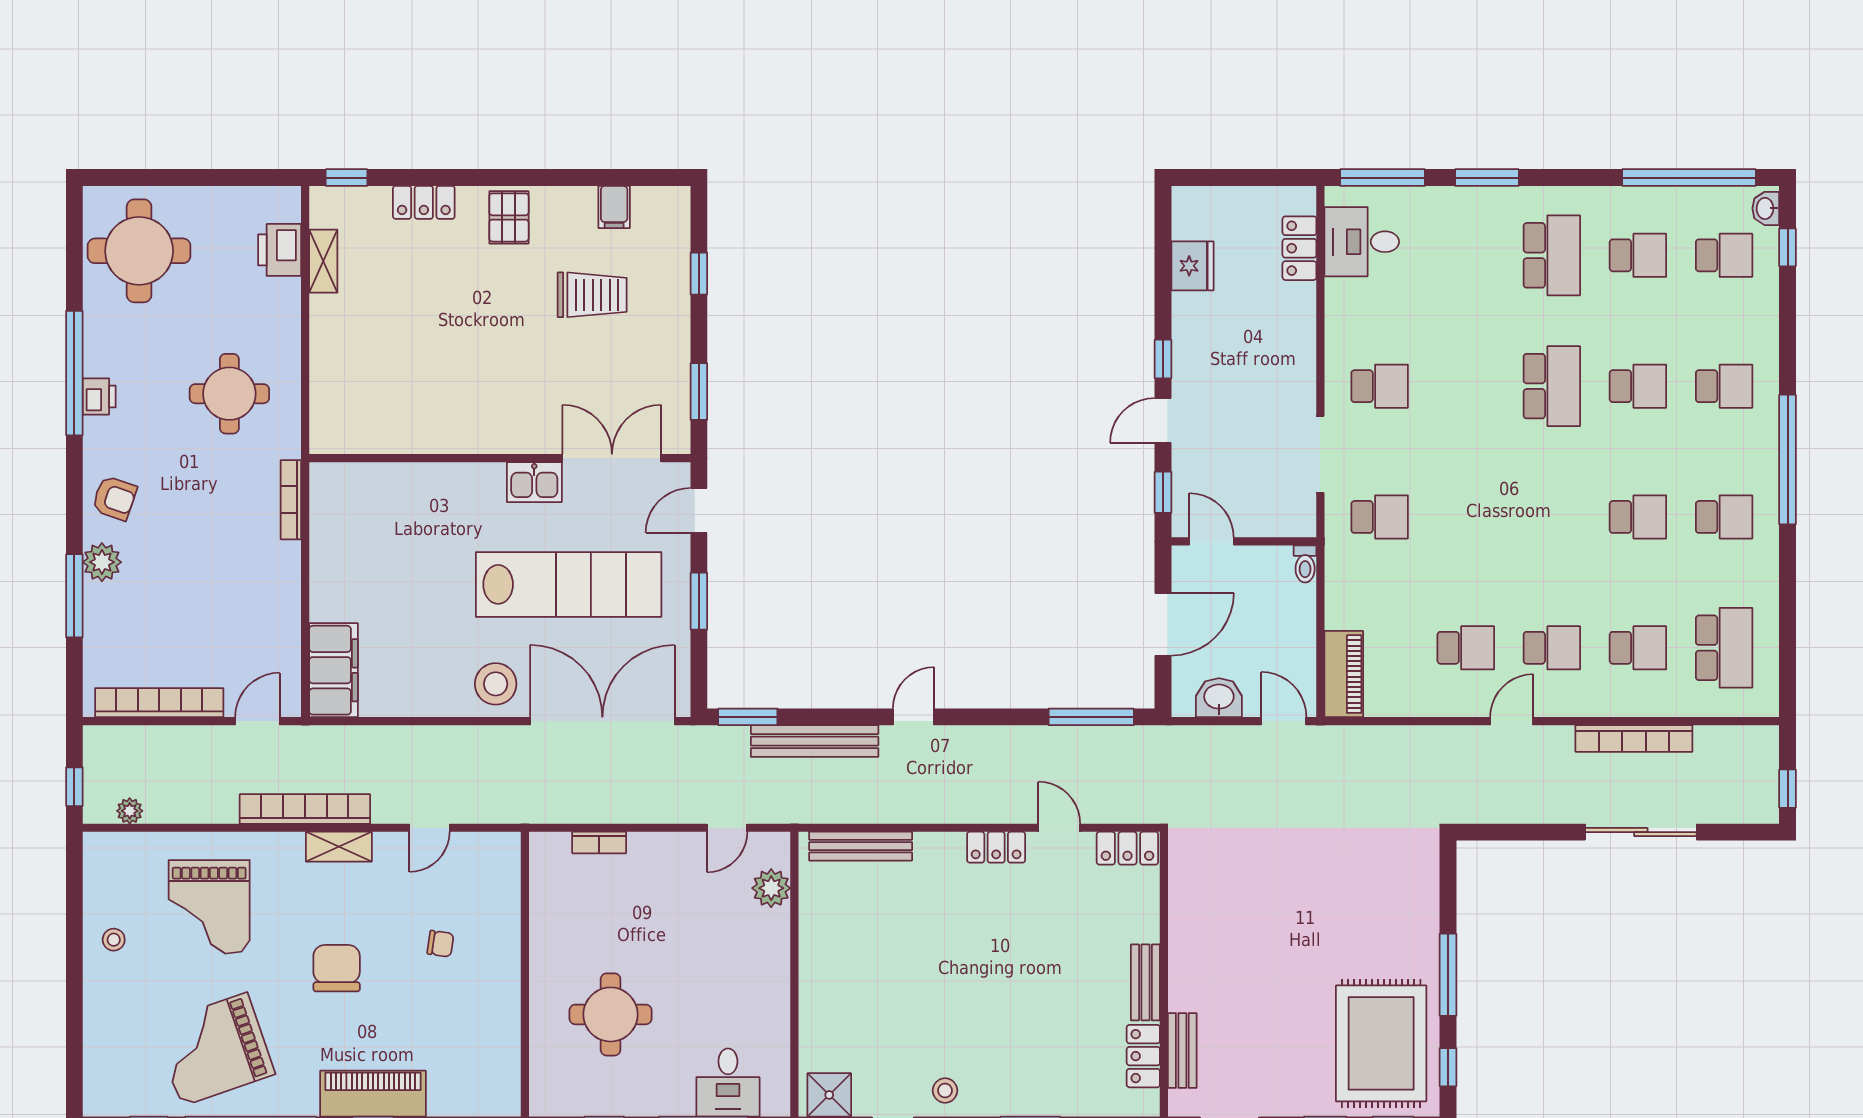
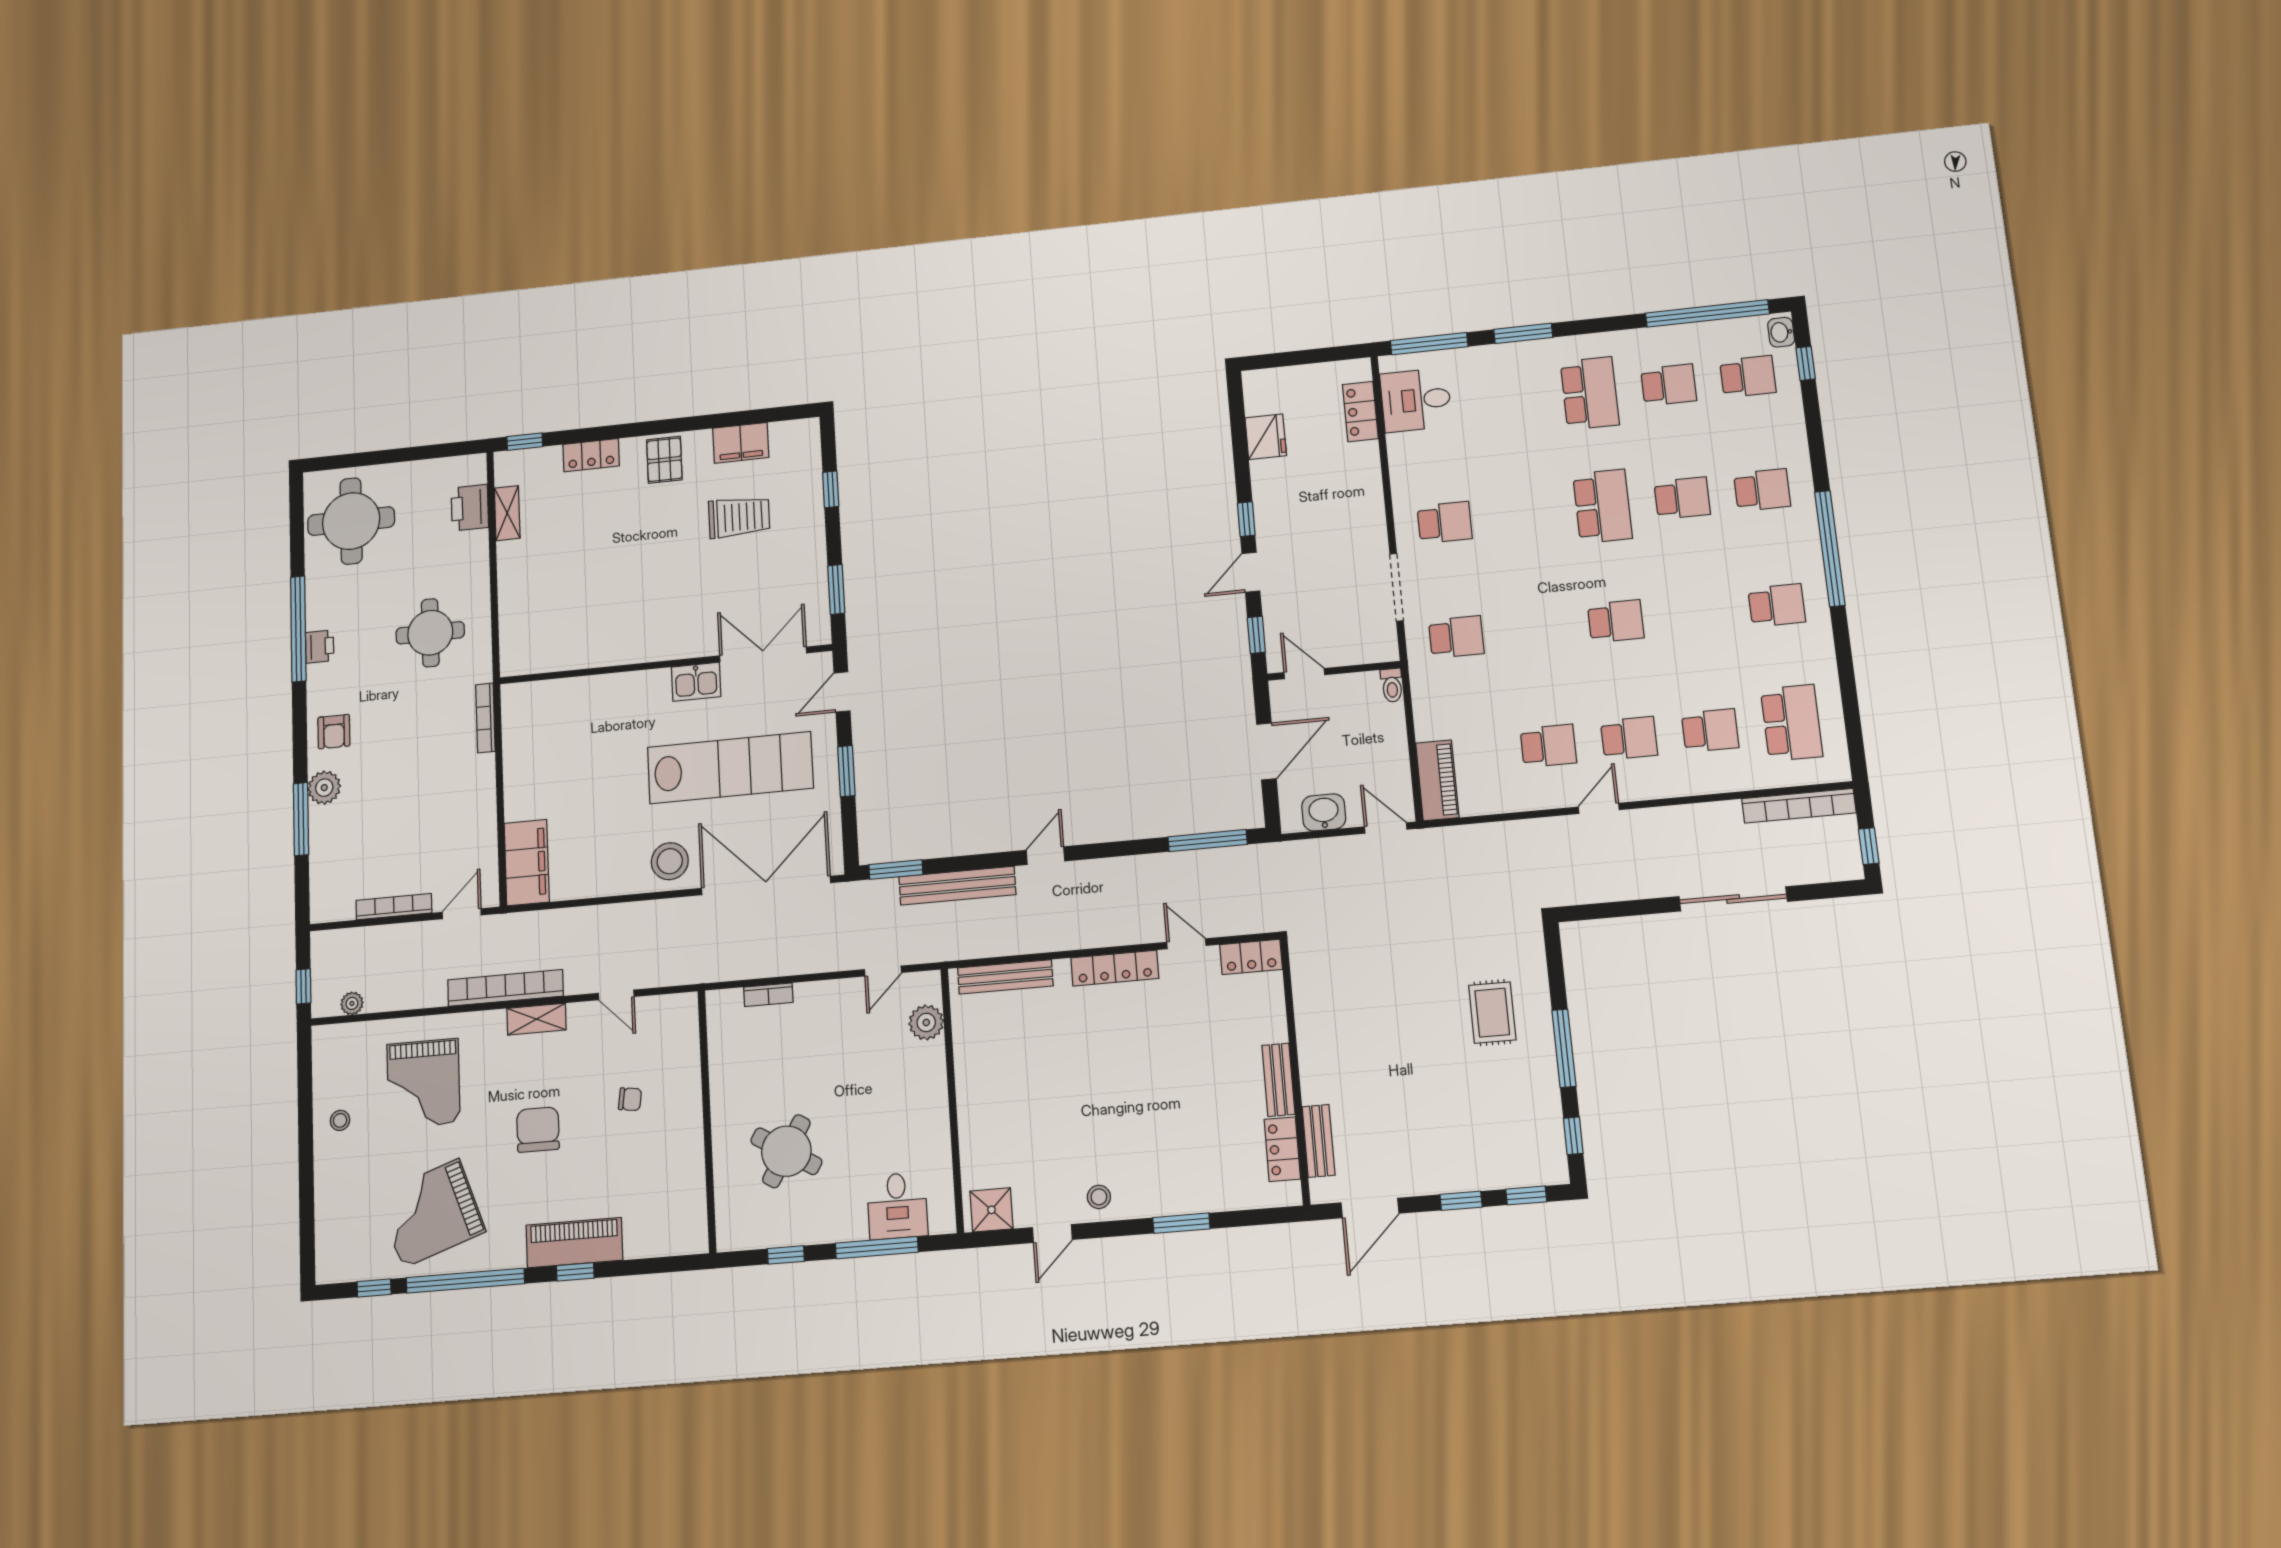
filing cabinet: (614, 207) -> (741, 443), width x2.00
armchair: (114, 498) -> (334, 732), turned 71
school desk: (1638, 517) -> (1616, 621), moved
bookcase: (159, 703) -> (394, 907), width x0.68, depth x0.76
bookcase: (1634, 738) -> (1799, 806), moved
door: (430, 828) -> (616, 995), hinge flipped
locker: (996, 847) -> (1115, 968), width x1.53
round table: (611, 1014) -> (786, 1151), turned 31
rug: (1381, 1043) -> (1492, 1013), moved, width x0.54, depth x0.49

